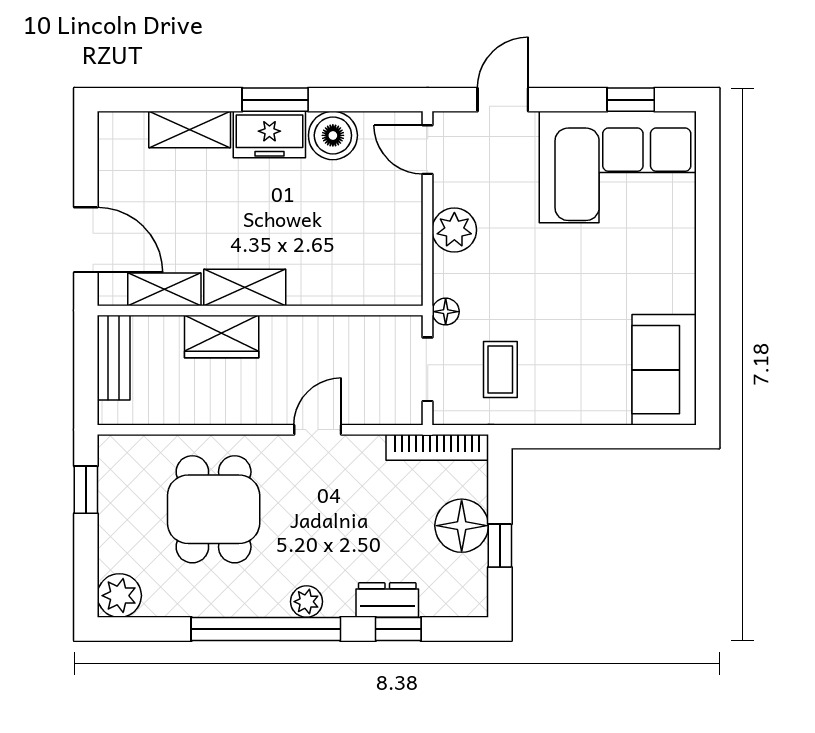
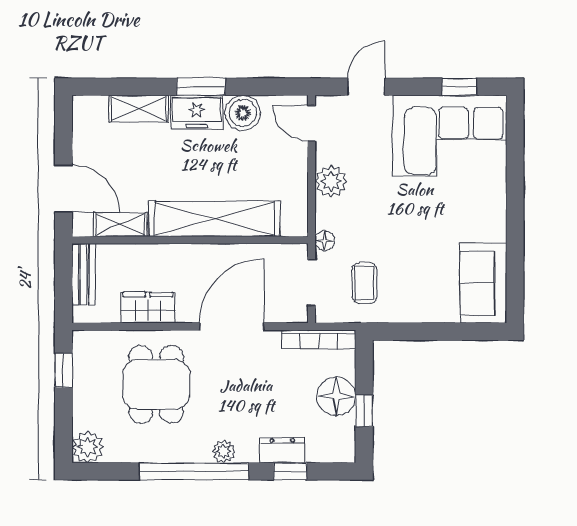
shelving: (245, 287) -> (215, 219), width x2.20, depth x1.33
wardrobe: (222, 336) -> (148, 308), moved, turned 180
door: (318, 430) -> (232, 327), width x1.87

